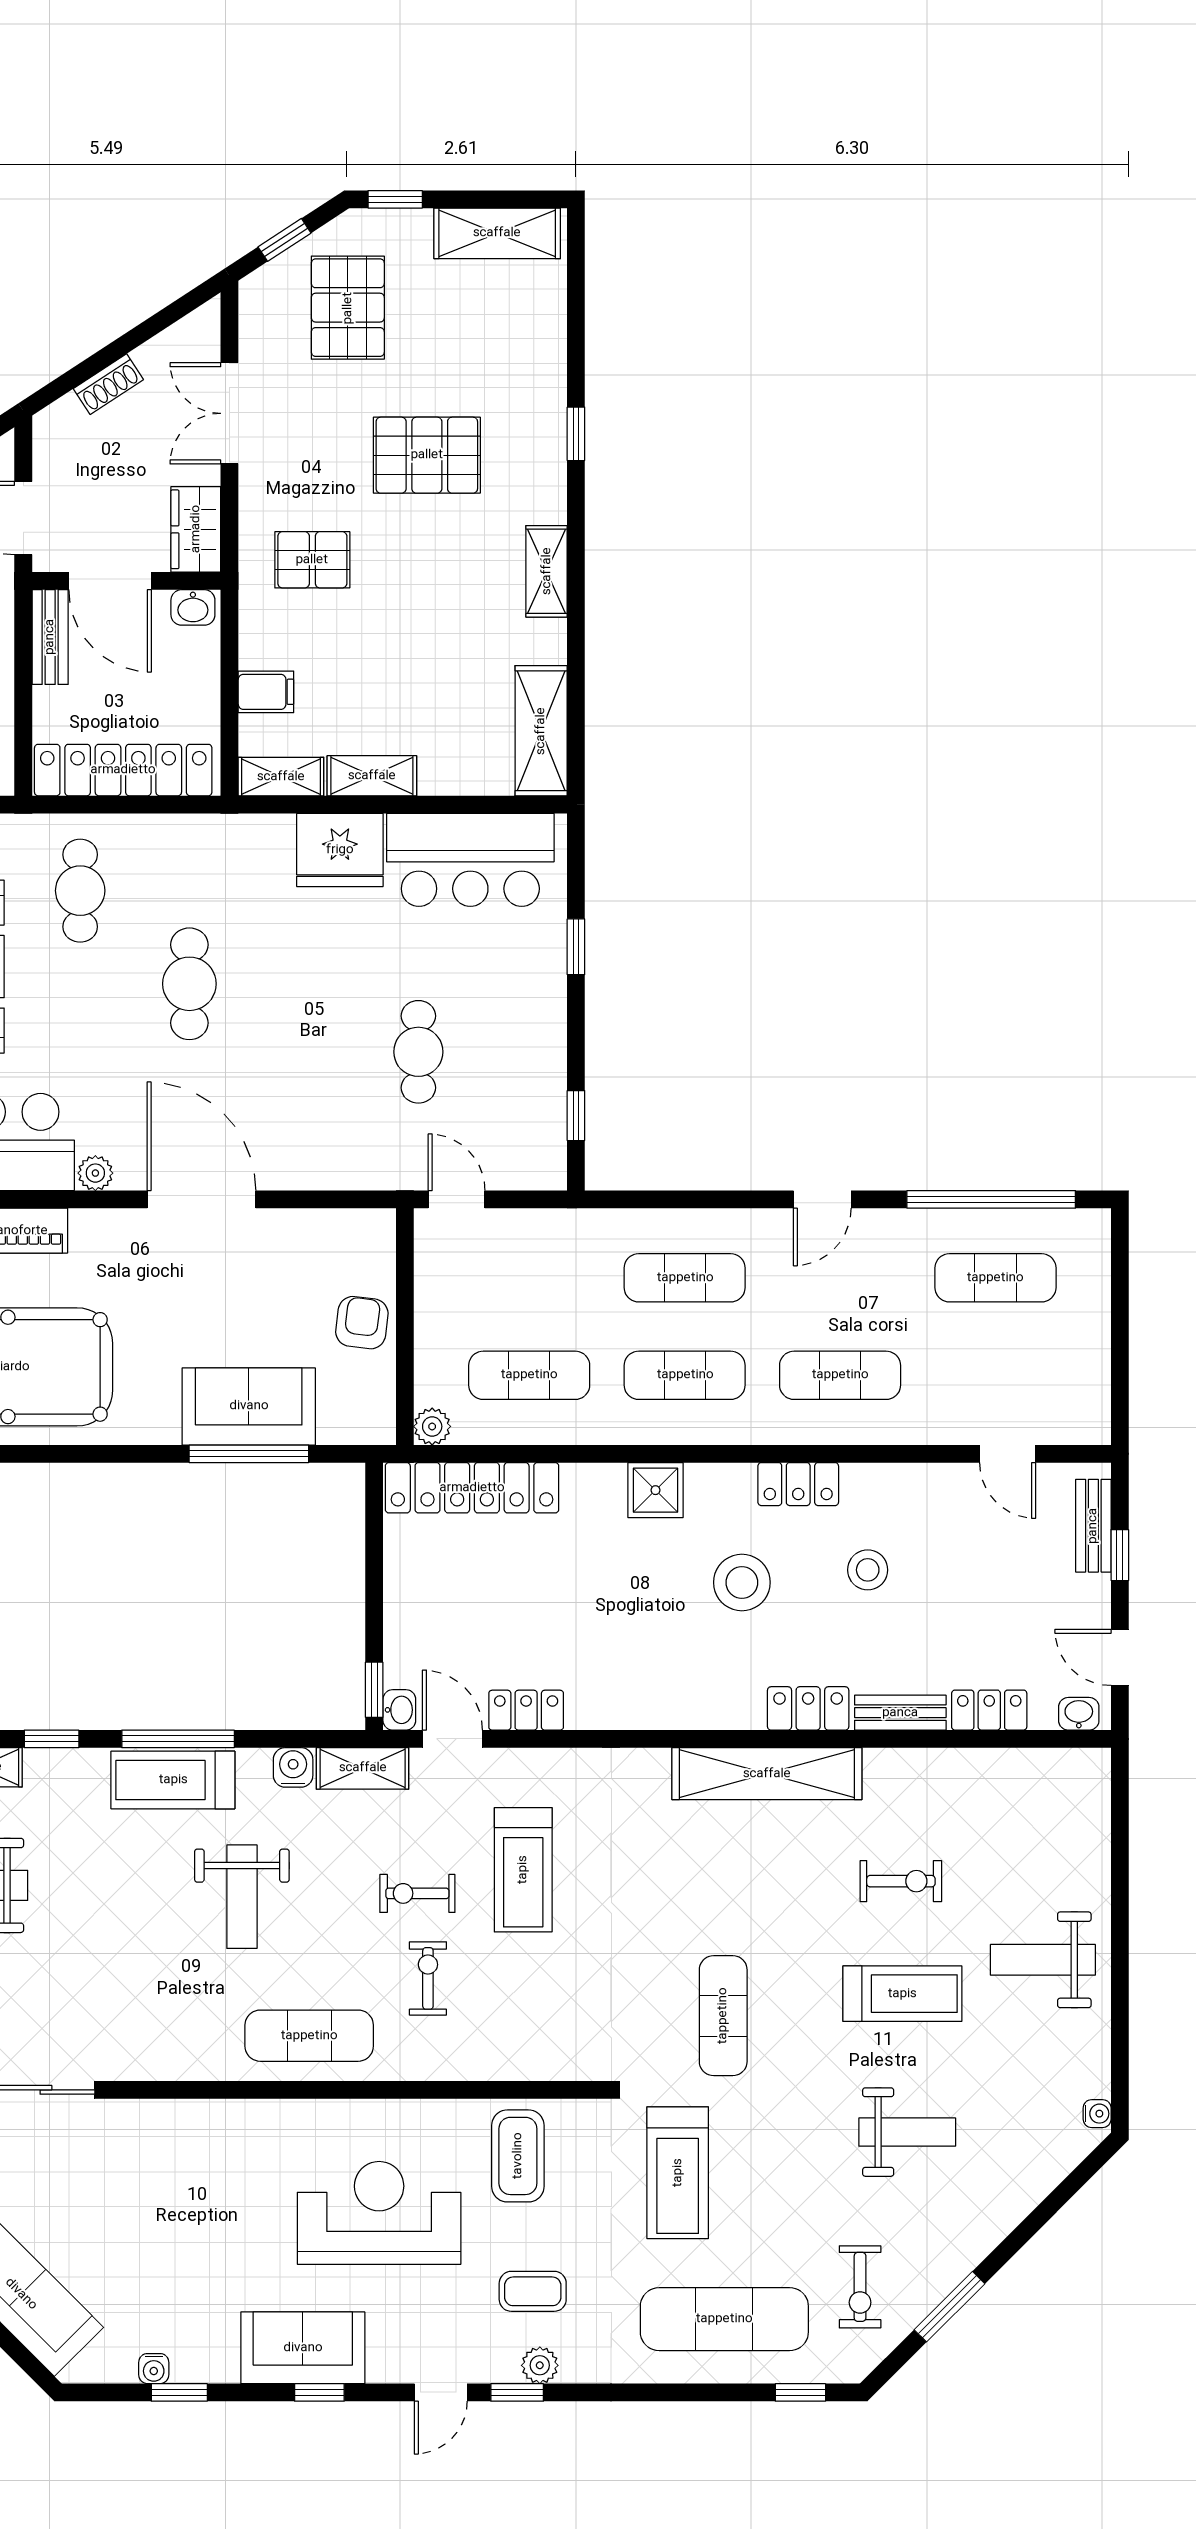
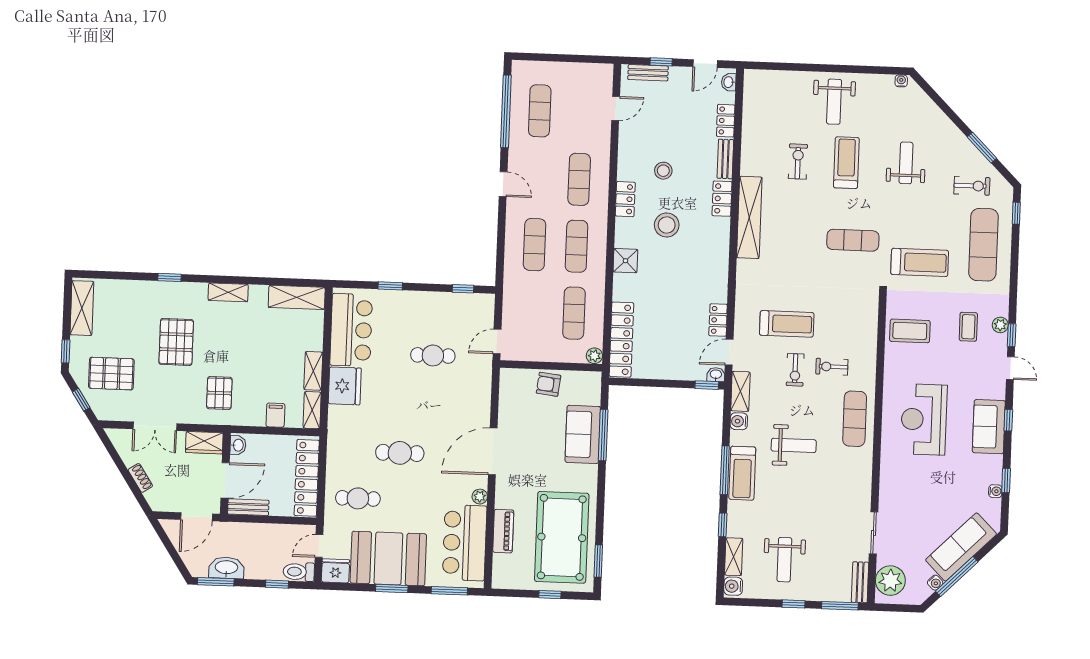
reception desk: (379, 2213) -> (924, 419), moved

